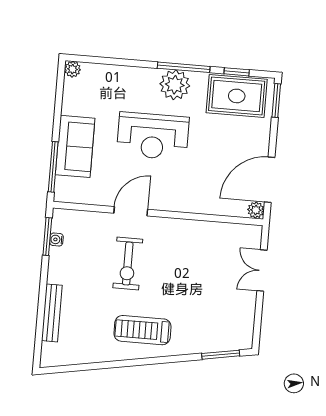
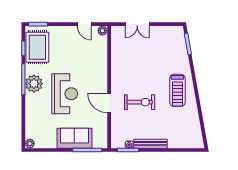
door: (270, 180) -> (84, 24), width x0.53
bench: (52, 313) -> (150, 144), moved

